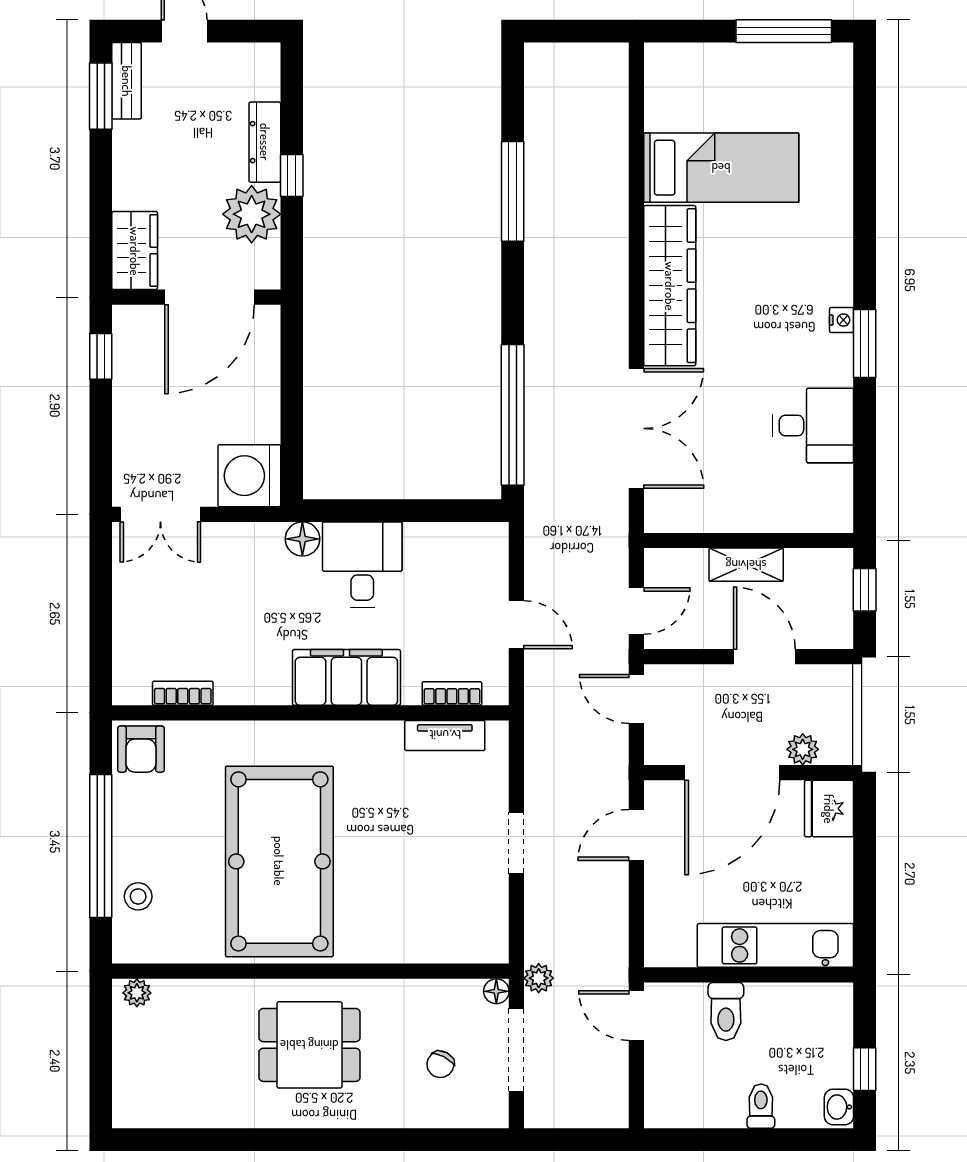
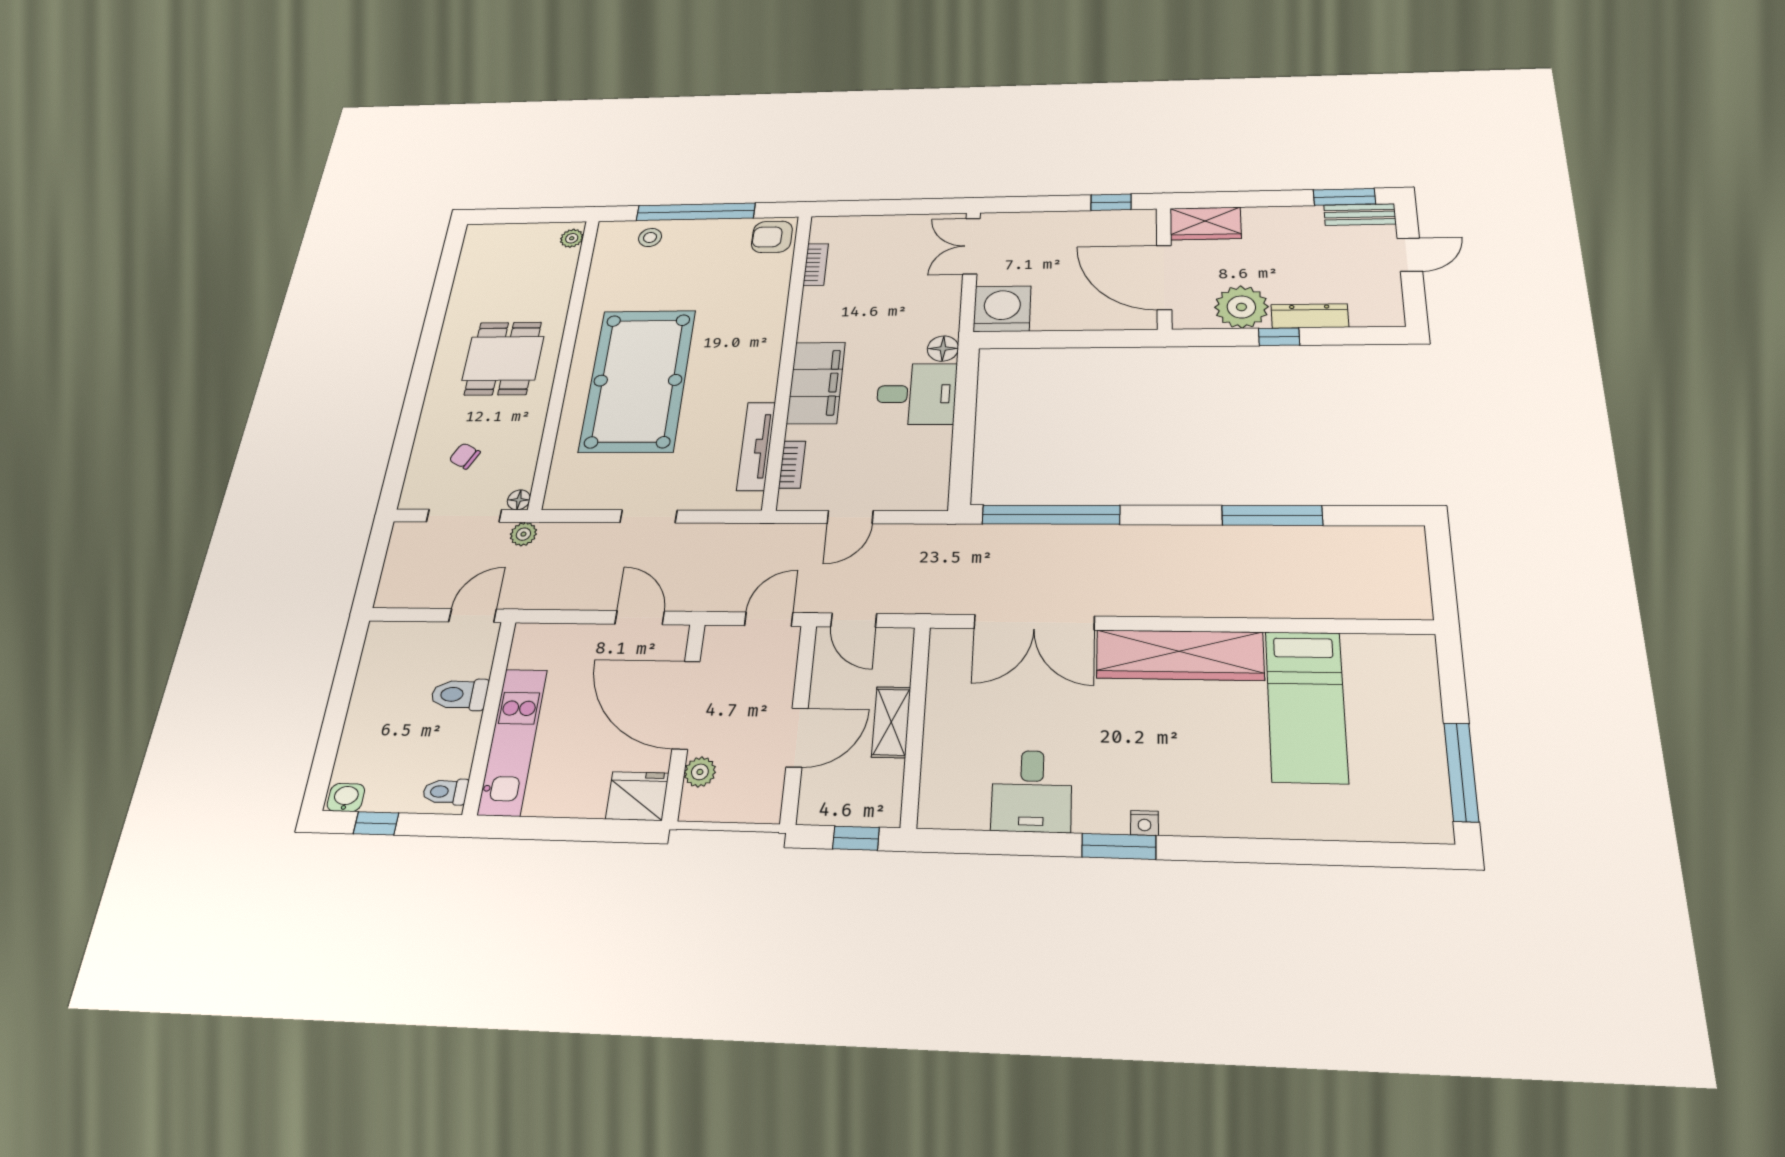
tv unit: (445, 735) -> (756, 446), width x1.41
pool table: (279, 861) -> (638, 380), moved, turned 90
toilet: (761, 1106) -> (445, 792), moved, turned 180

